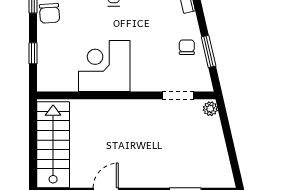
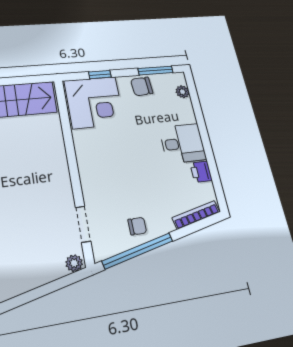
window: (209, 51) -> (138, 251), width x2.11
corner desk: (104, 66) -> (94, 102), moved, turned 90

